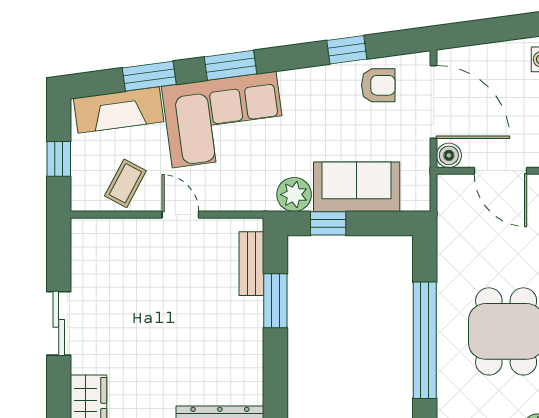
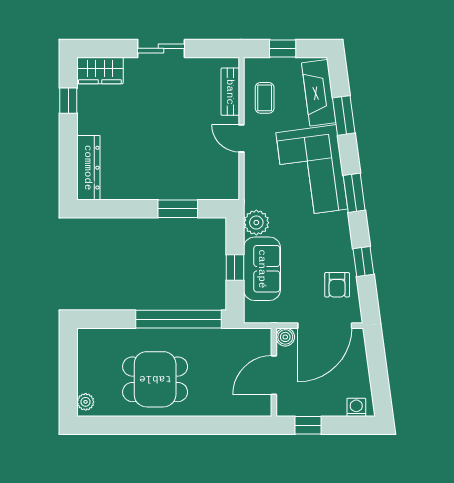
window: (231, 65) -> (354, 193), moved
coffee table: (125, 183) -> (265, 98), turned 62
door: (180, 215) -> (241, 138), swing flipped
window: (328, 223) -> (235, 268), moved
bench: (251, 264) -> (230, 92), moved, turned 90
window: (425, 340) -> (179, 319), moved

